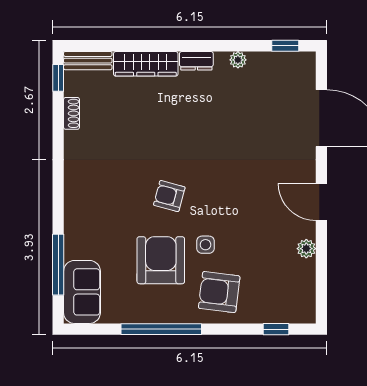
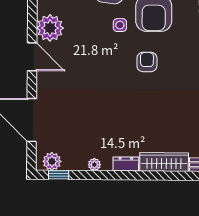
plant: (294, 64) -> (52, 161), added
armchair: (169, 196) -> (147, 62), turned -105
plant: (306, 249) -> (50, 28), width x1.87, depth x1.87

